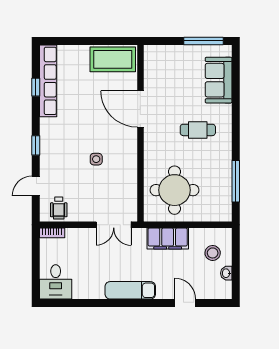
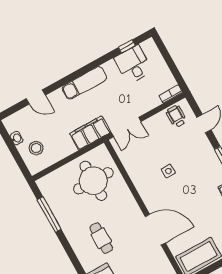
cafe table: (198, 130) -> (101, 238), turned 90
double door: (114, 225) -> (126, 127), swing flipped
filing cabinet: (168, 239) -> (90, 133), moved
desk: (56, 282) -> (133, 65), moved
window: (69, 303) -> (127, 46), added

